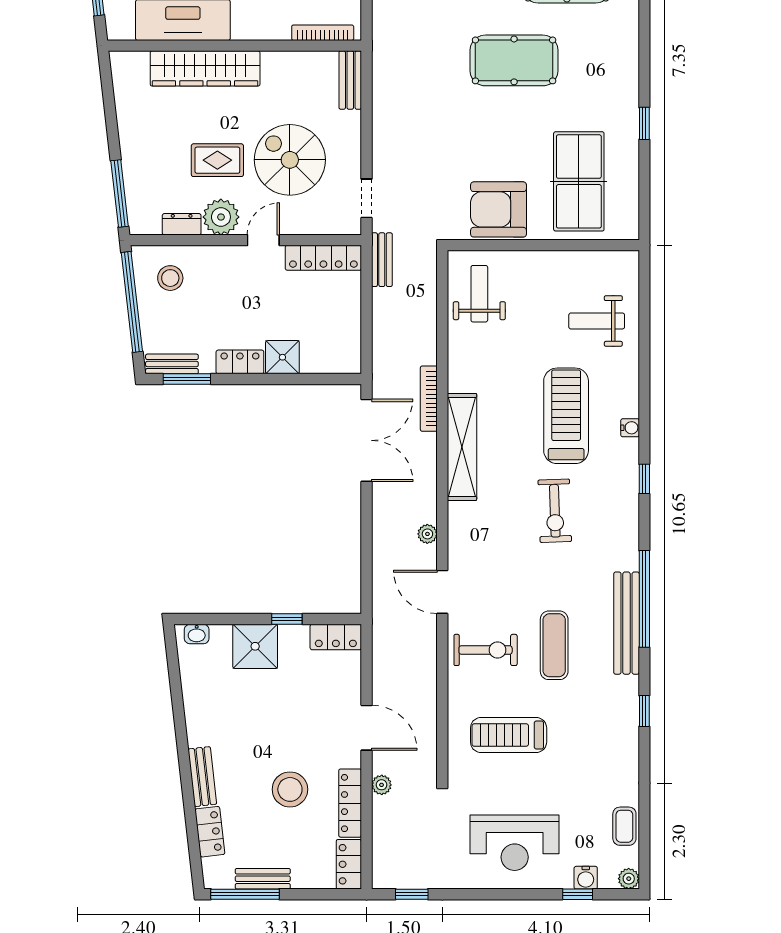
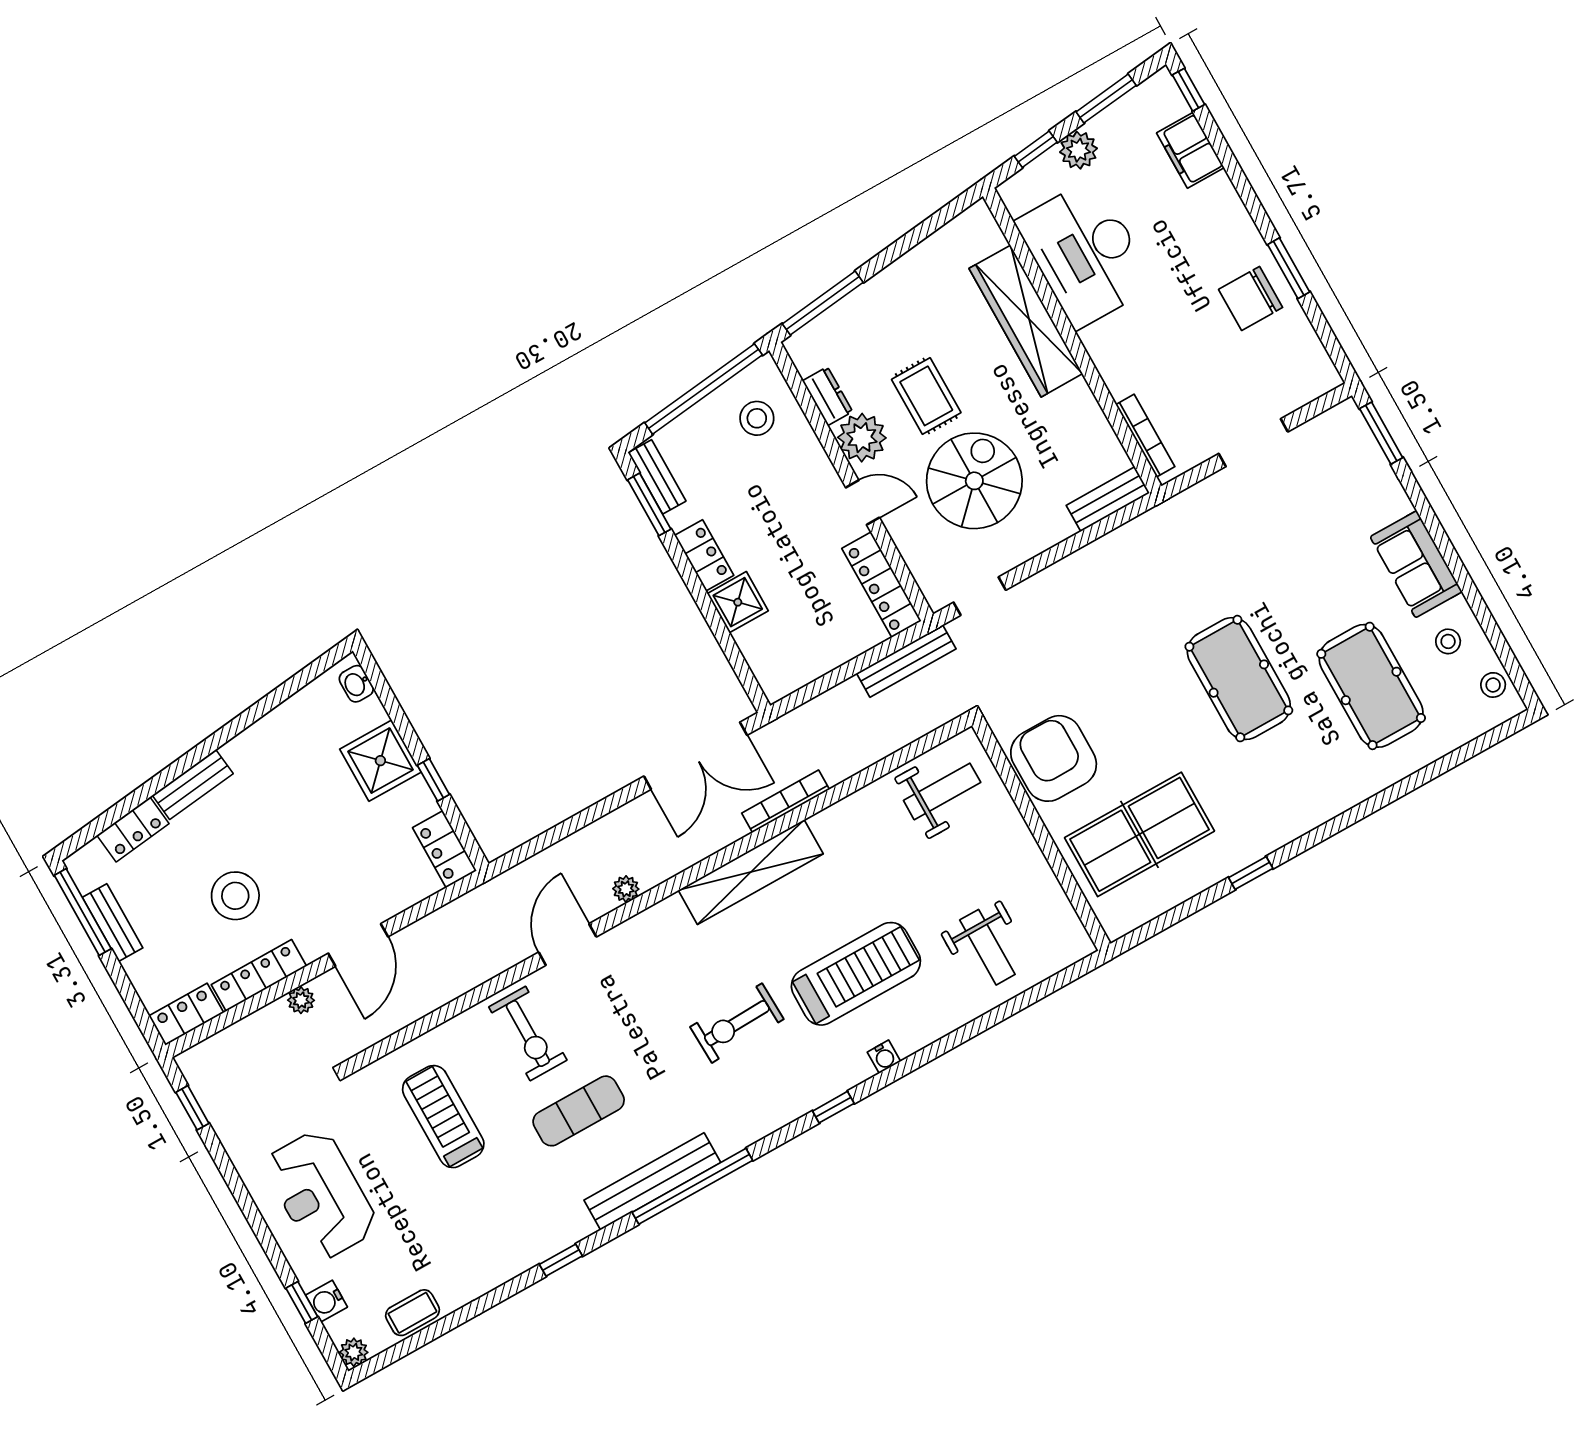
bench: (382, 260) -> (906, 661), width x1.36
weight bench: (597, 321) -> (987, 947), turned 180

